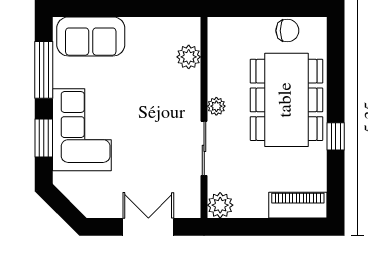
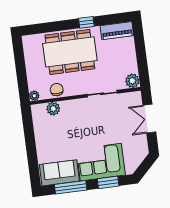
chair: (287, 31) -> (57, 90), moved
sofa: (91, 36) -> (59, 173), moved, turned -90
plant: (216, 106) -> (34, 96), moved
piano: (298, 205) -> (117, 31), moved, turned -90

